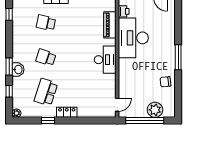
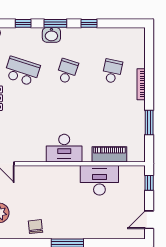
printer: (124, 11) -> (127, 172), removed
window: (9, 14) -> (89, 23), moved
desk: (133, 38) -> (99, 180), width x0.73, depth x0.77

